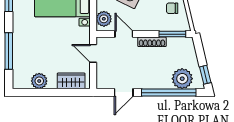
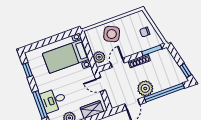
door: (124, 34) -> (117, 63), hinge flipped
desk: (27, 52) -> (53, 100), added
plant: (182, 79) -> (145, 88), moved

